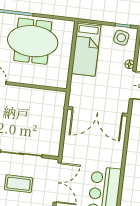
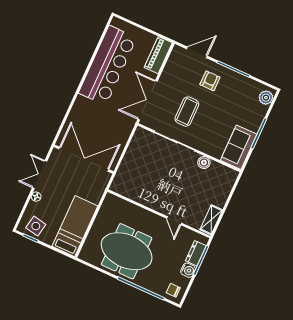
coffee table: (19, 184) -> (187, 112), turned 90

